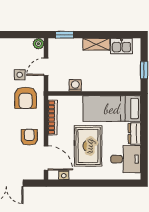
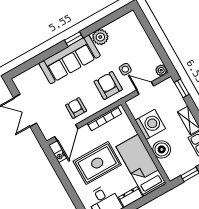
boiler: (108, 83) -> (162, 149), added
washing machine: (75, 85) -> (150, 124), width x1.89, depth x1.89
armchair: (26, 98) -> (108, 86), turned 90
armchair: (29, 137) -> (76, 108), turned -90

